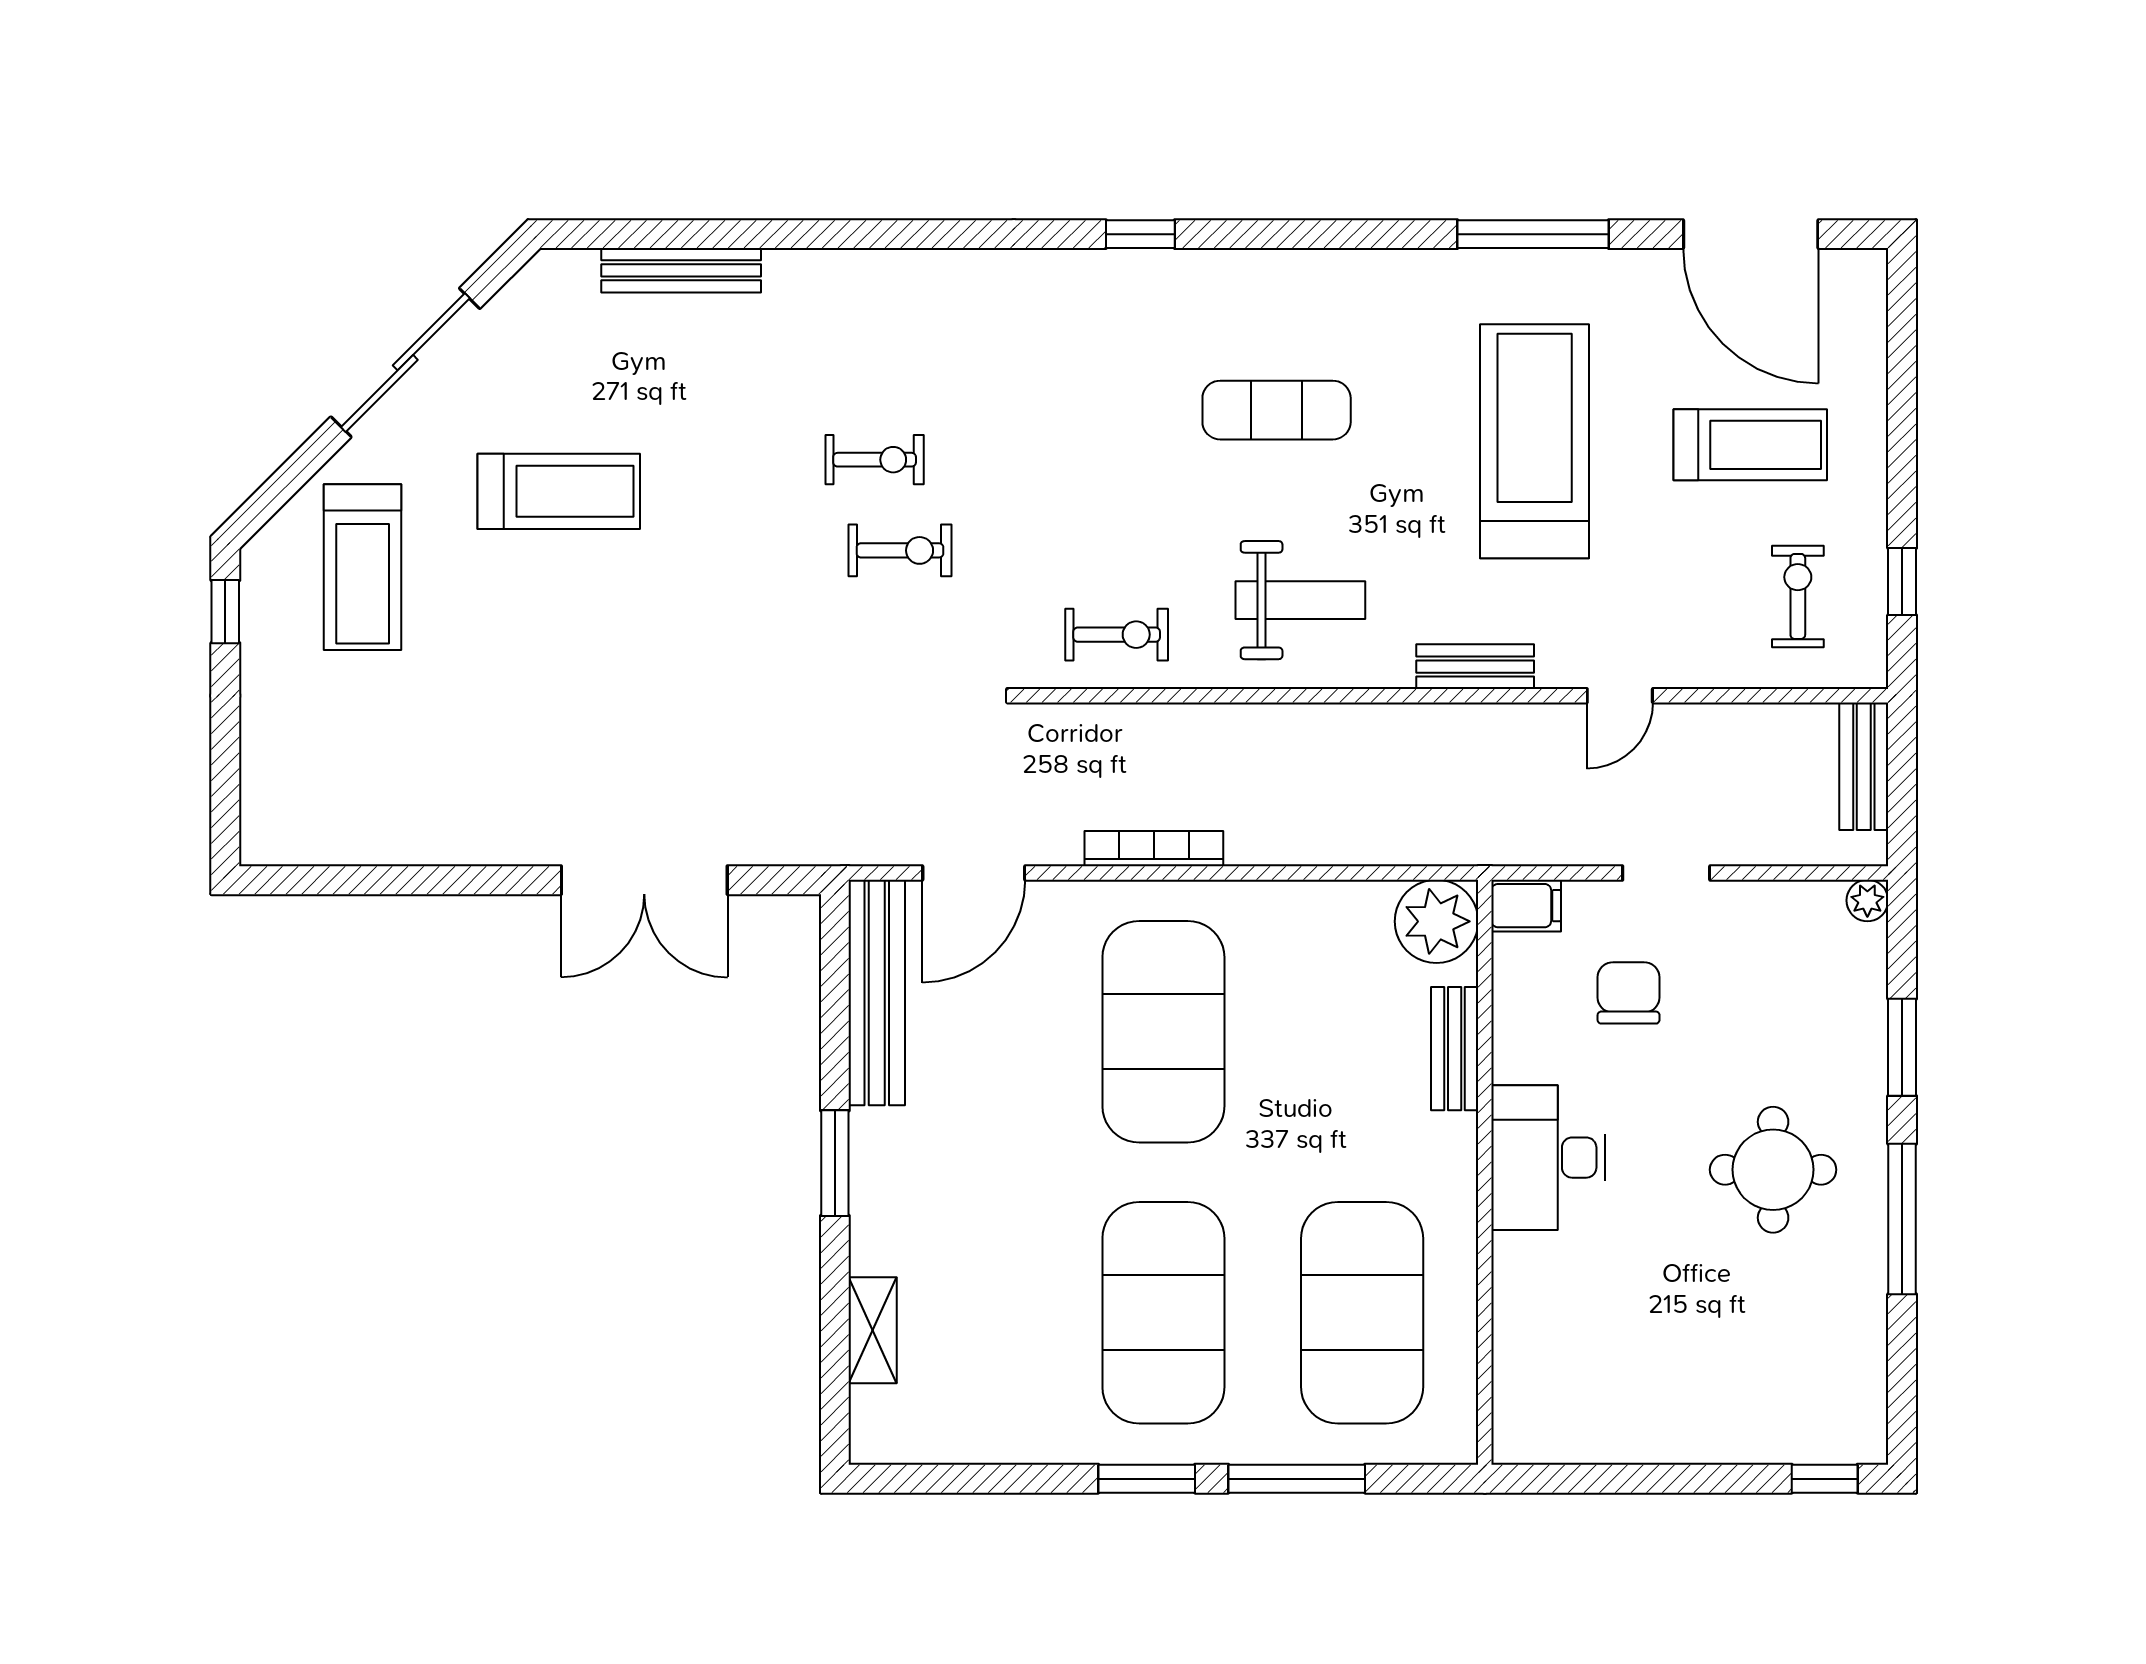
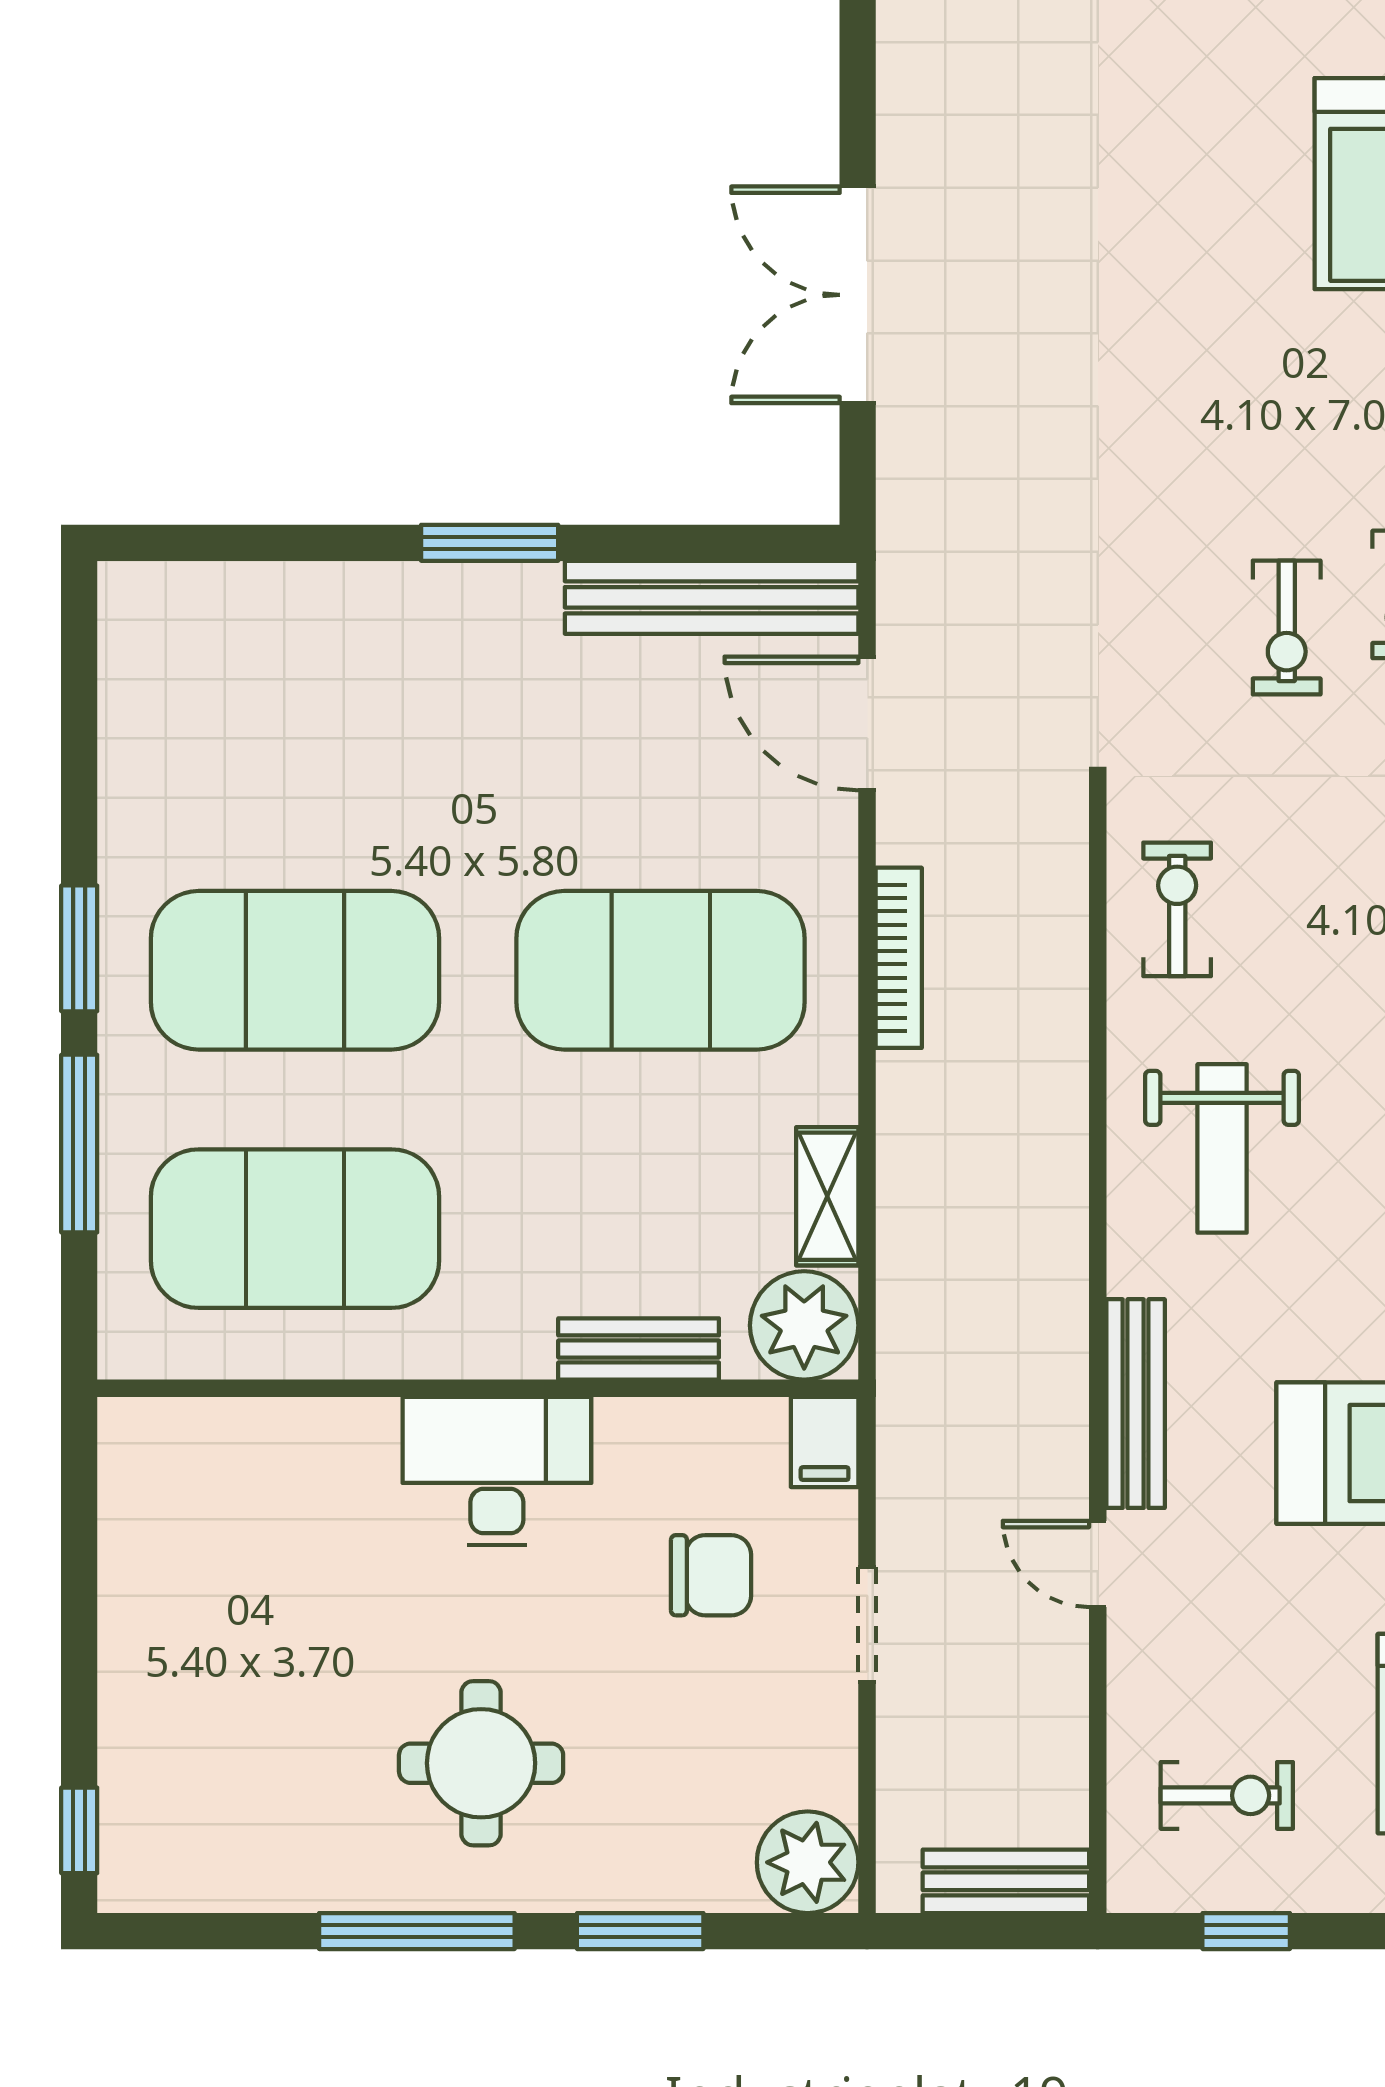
exercise bike: (1117, 635) -> (1177, 909), turned 180
bench: (1475, 667) -> (1136, 1404), width x1.36
plant: (1867, 900) -> (808, 1862), width x1.88, depth x1.88
shelving: (873, 1330) -> (827, 1196), moved, turned 90

